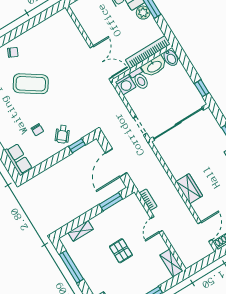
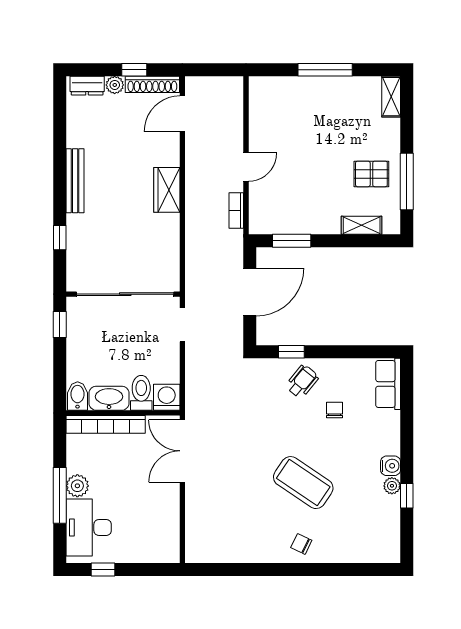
pallet: (121, 251) -> (371, 174), moved, turned 90
shelving: (171, 263) -> (258, 98), removed

